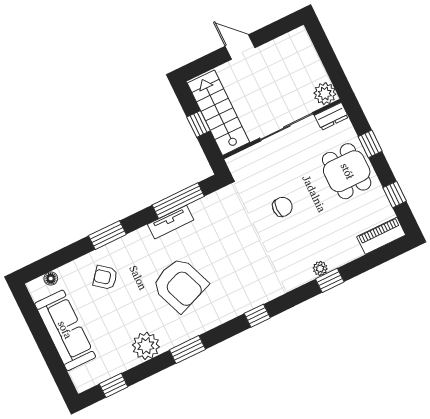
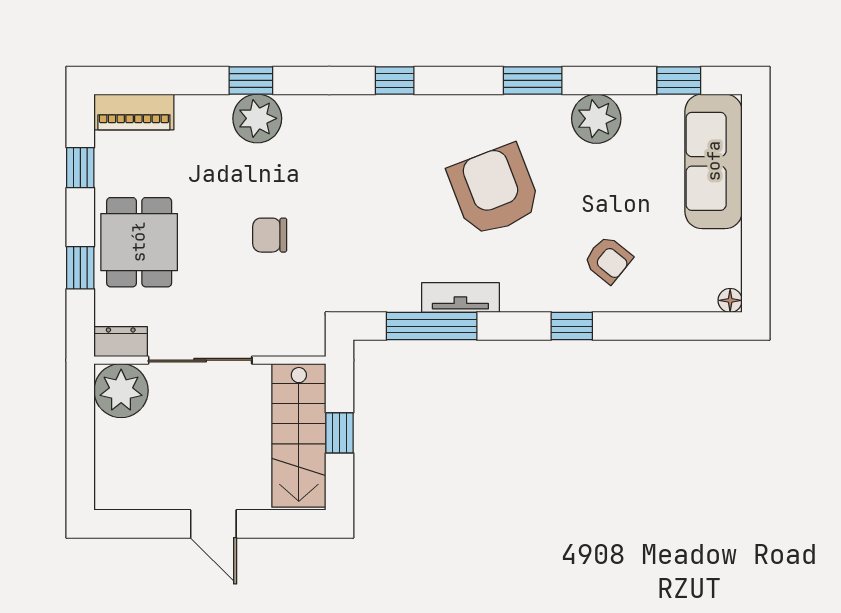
plant: (325, 94) -> (121, 391), width x1.36, depth x1.36
window: (107, 235) -> (572, 326), width x0.67
plant: (320, 268) -> (257, 118), width x1.88, depth x1.88
floor lamp: (51, 279) -> (730, 300), moved
sofa: (65, 330) -> (714, 161), moved

